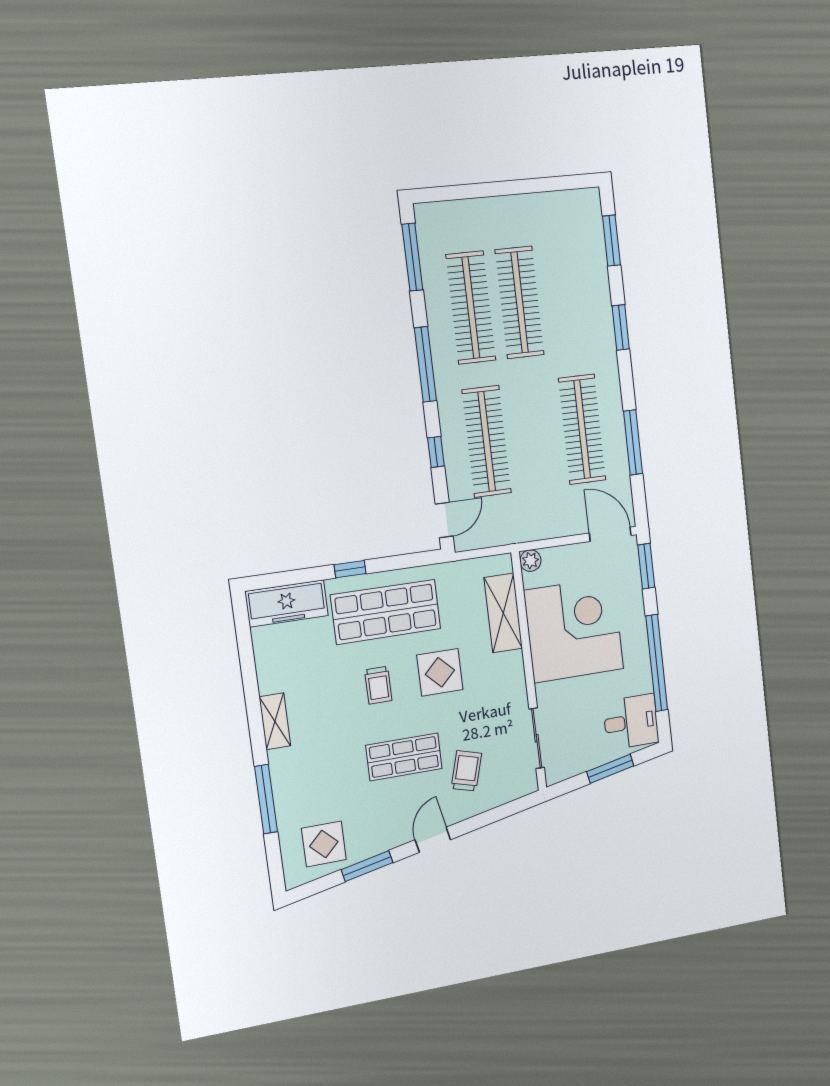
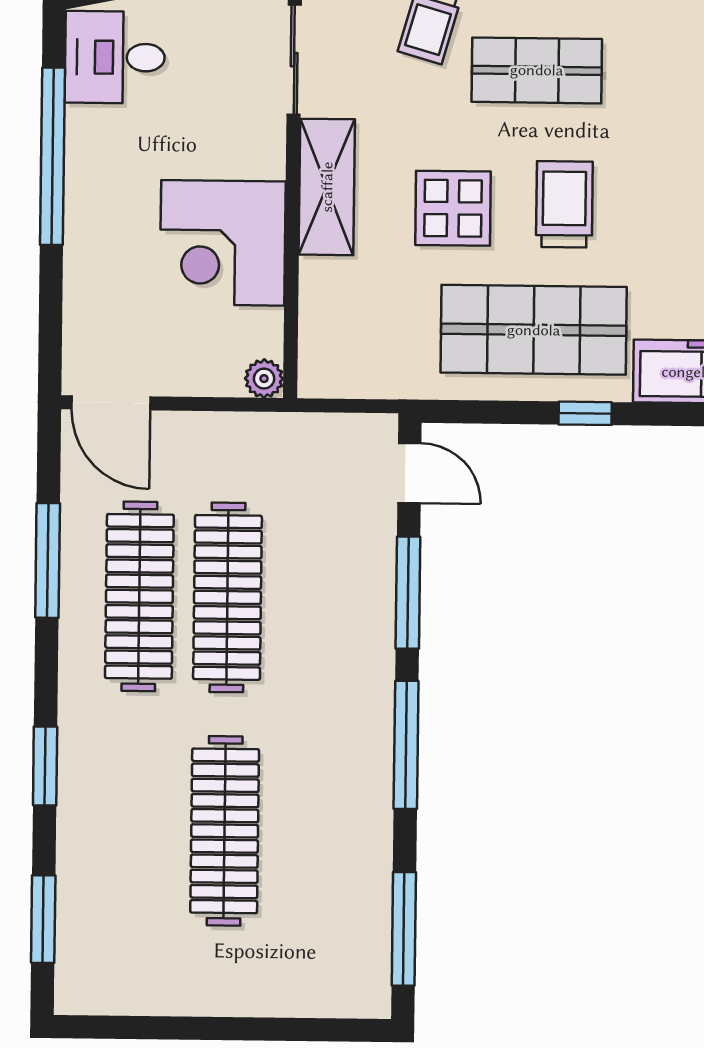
clothes rail: (471, 308) -> (313, 832), removed
clothes rail: (487, 441) -> (227, 597), moved
window: (436, 452) -> (408, 593), width x2.17
door: (444, 520) -> (409, 473), swing flipped
window: (646, 566) -> (50, 335), removed
shelving: (503, 613) -> (327, 187), moved
corner desk: (574, 630) -> (223, 243), width x0.74, depth x0.74
trolley: (378, 685) -> (564, 204), width x1.36, depth x1.39

